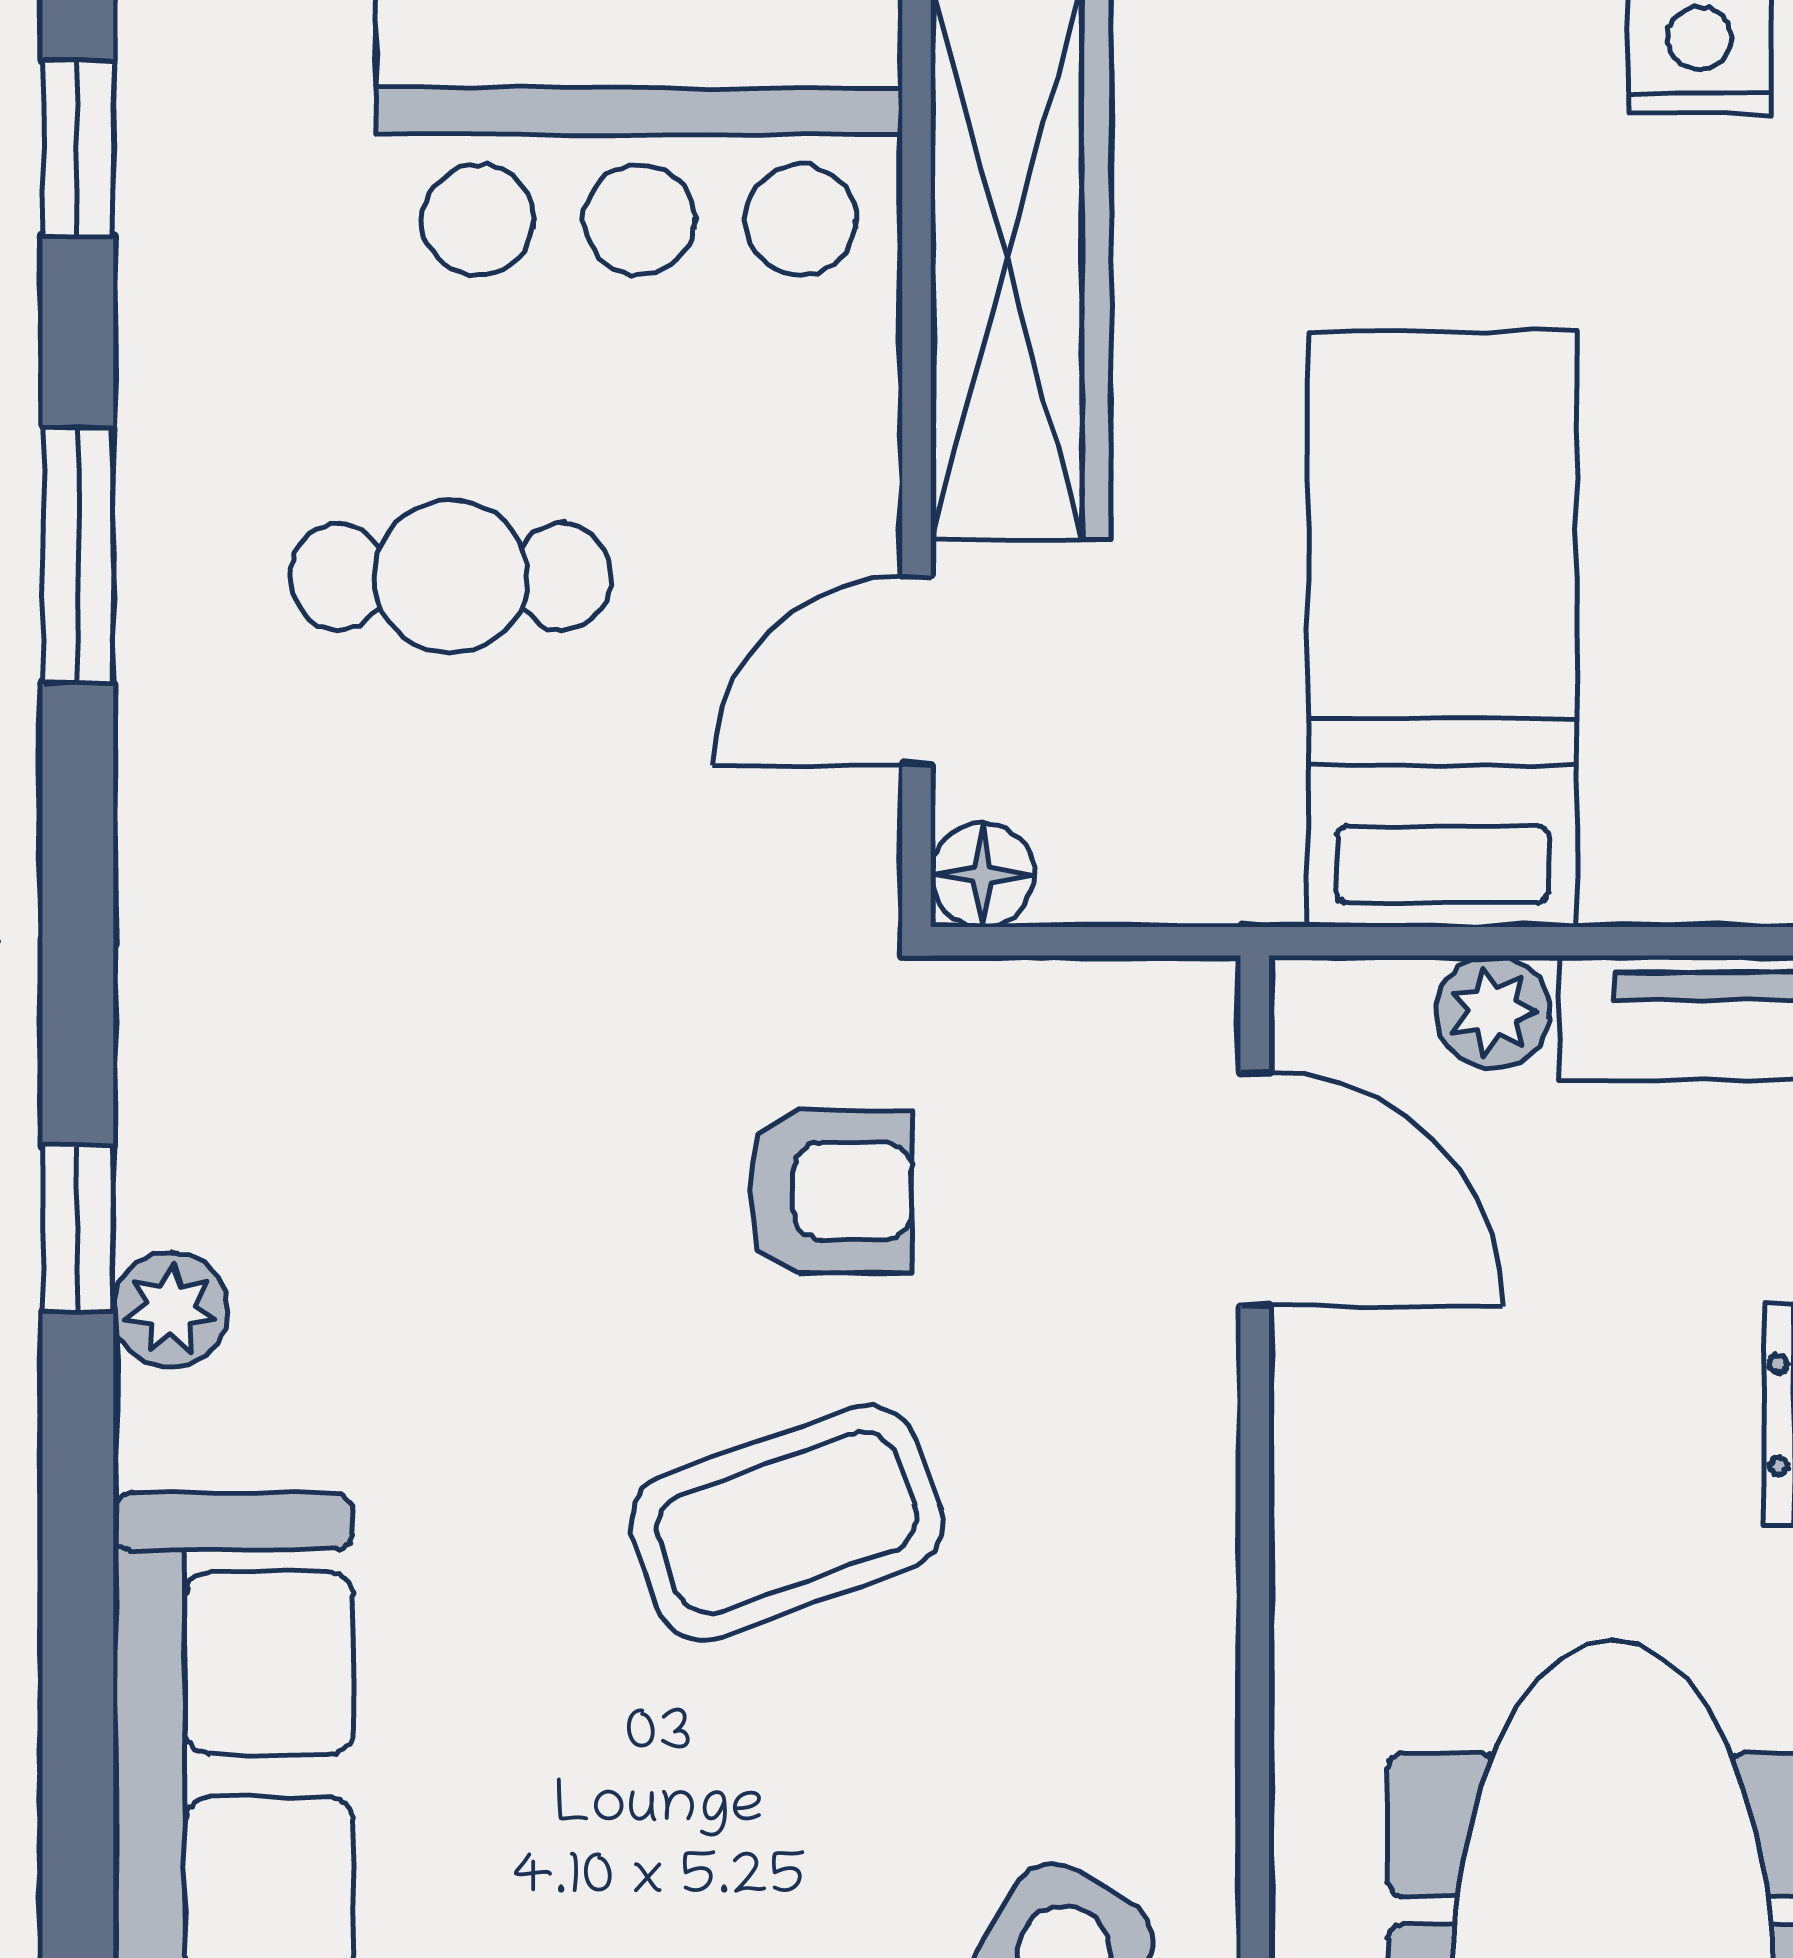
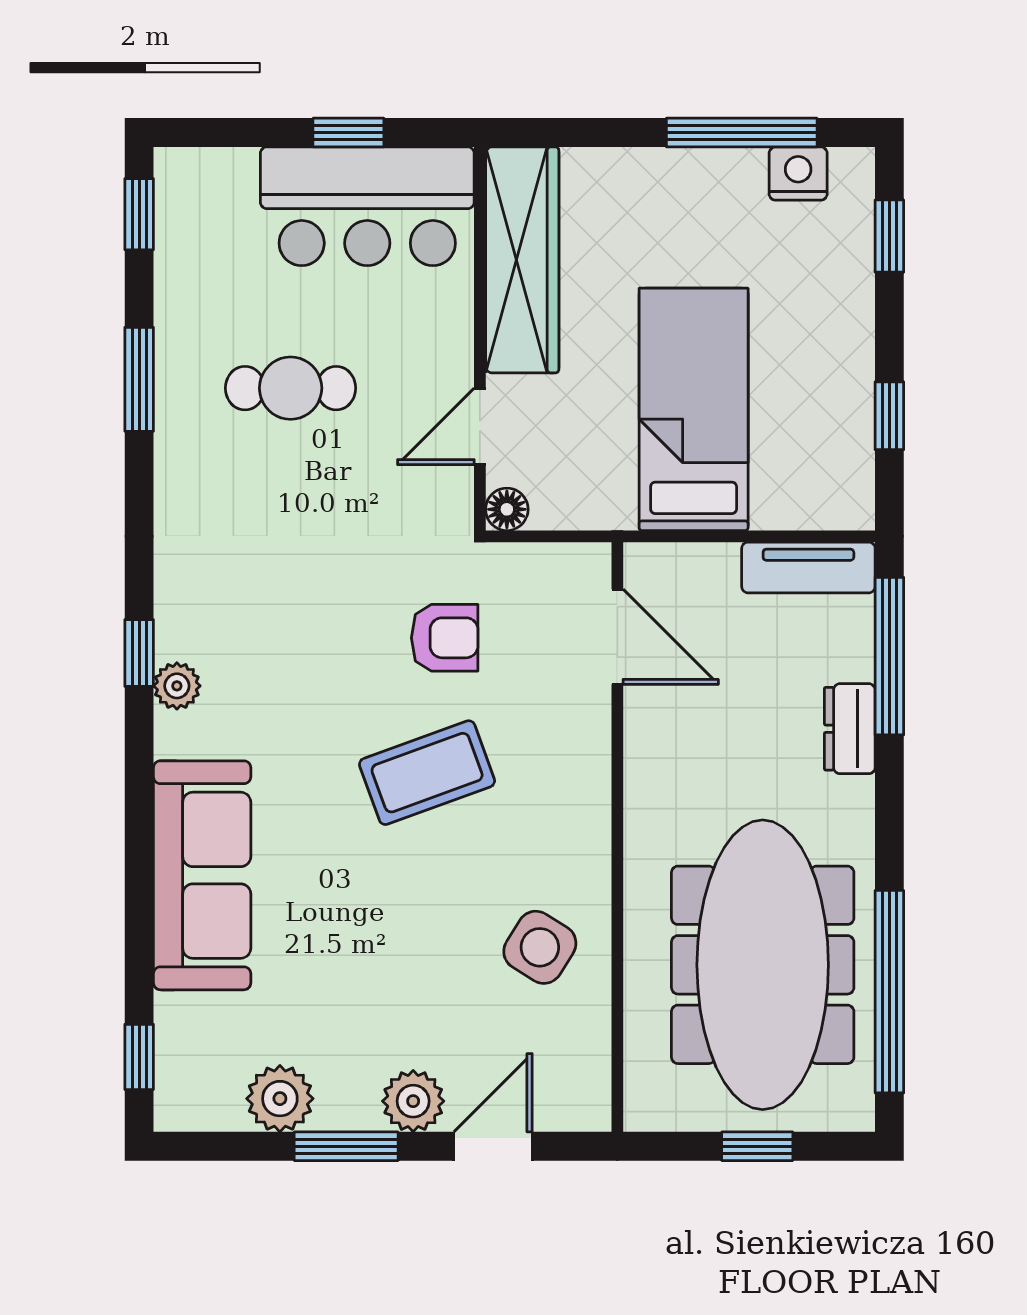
plant: (1493, 1012) -> (714, 565), removed

